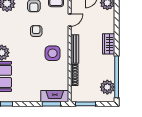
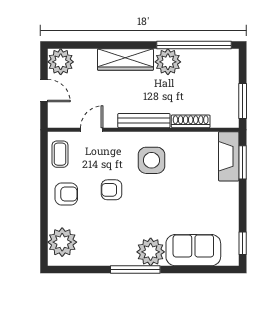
door: (70, 20) -> (92, 130), hinge flipped
wardrobe: (109, 44) -> (125, 60), width x1.50
plant: (107, 87) -> (168, 62), moved

